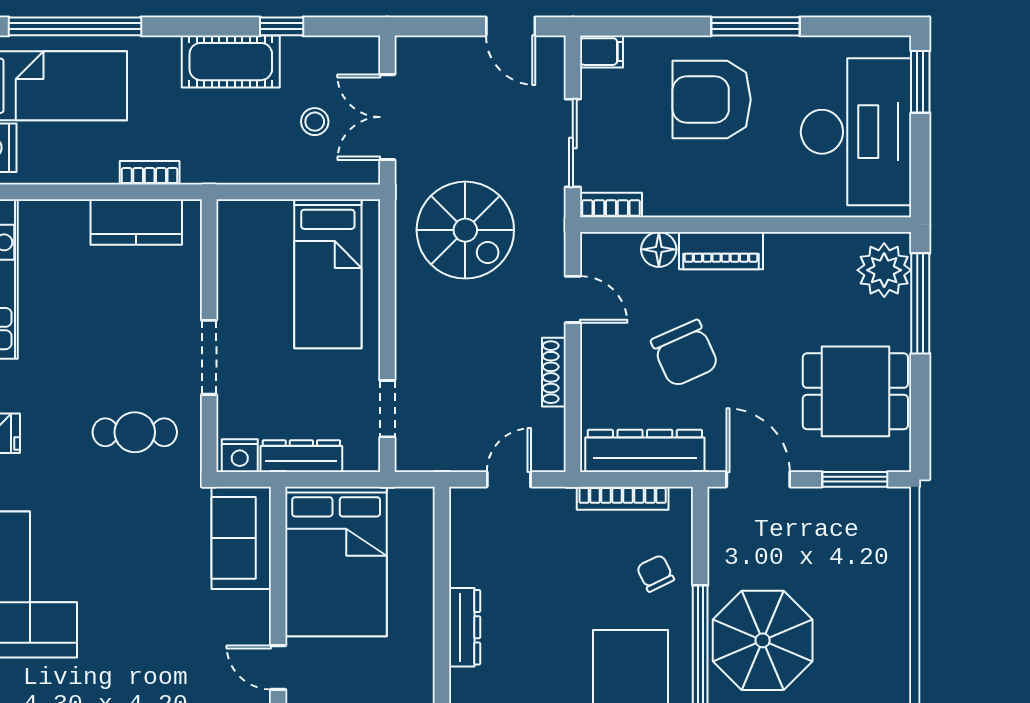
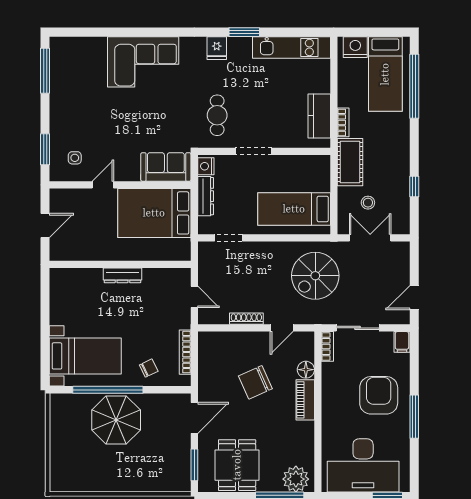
cot: (231, 62) -> (350, 162), moved
dresser: (645, 451) -> (208, 363), removed

